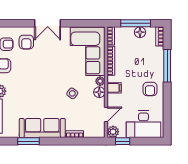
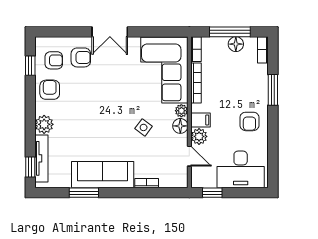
armchair: (26, 42) -> (81, 57), turned -90
window: (167, 66) -> (273, 90), width x0.69
door: (106, 114) -> (189, 156), hinge flipped
plant: (113, 132) -> (199, 136), moved

